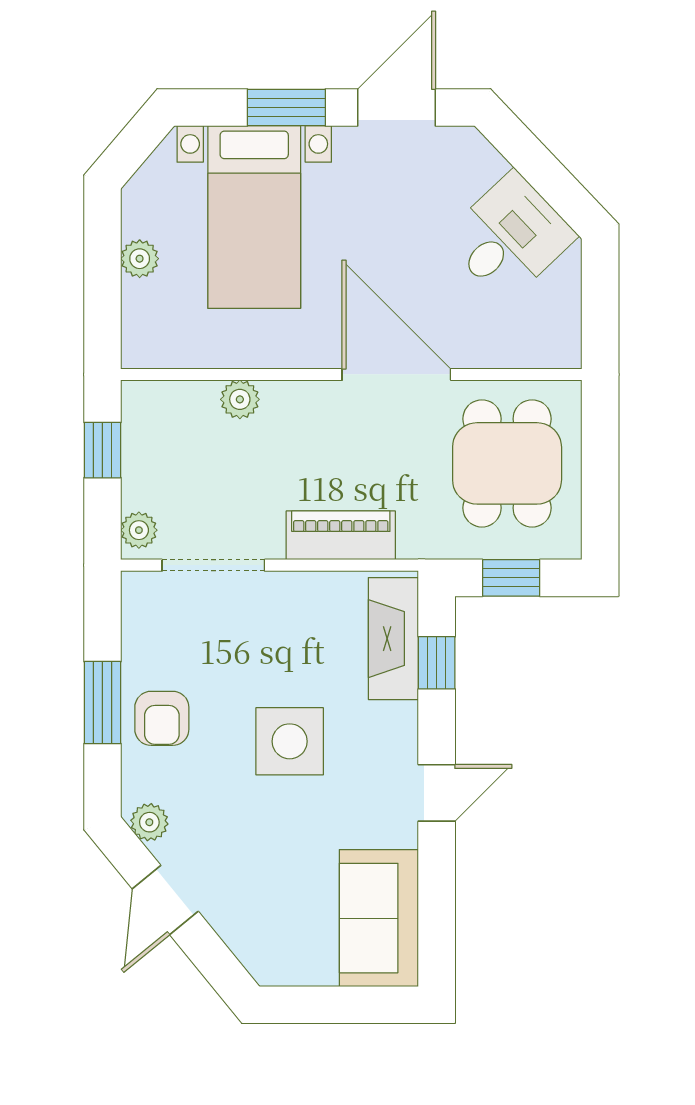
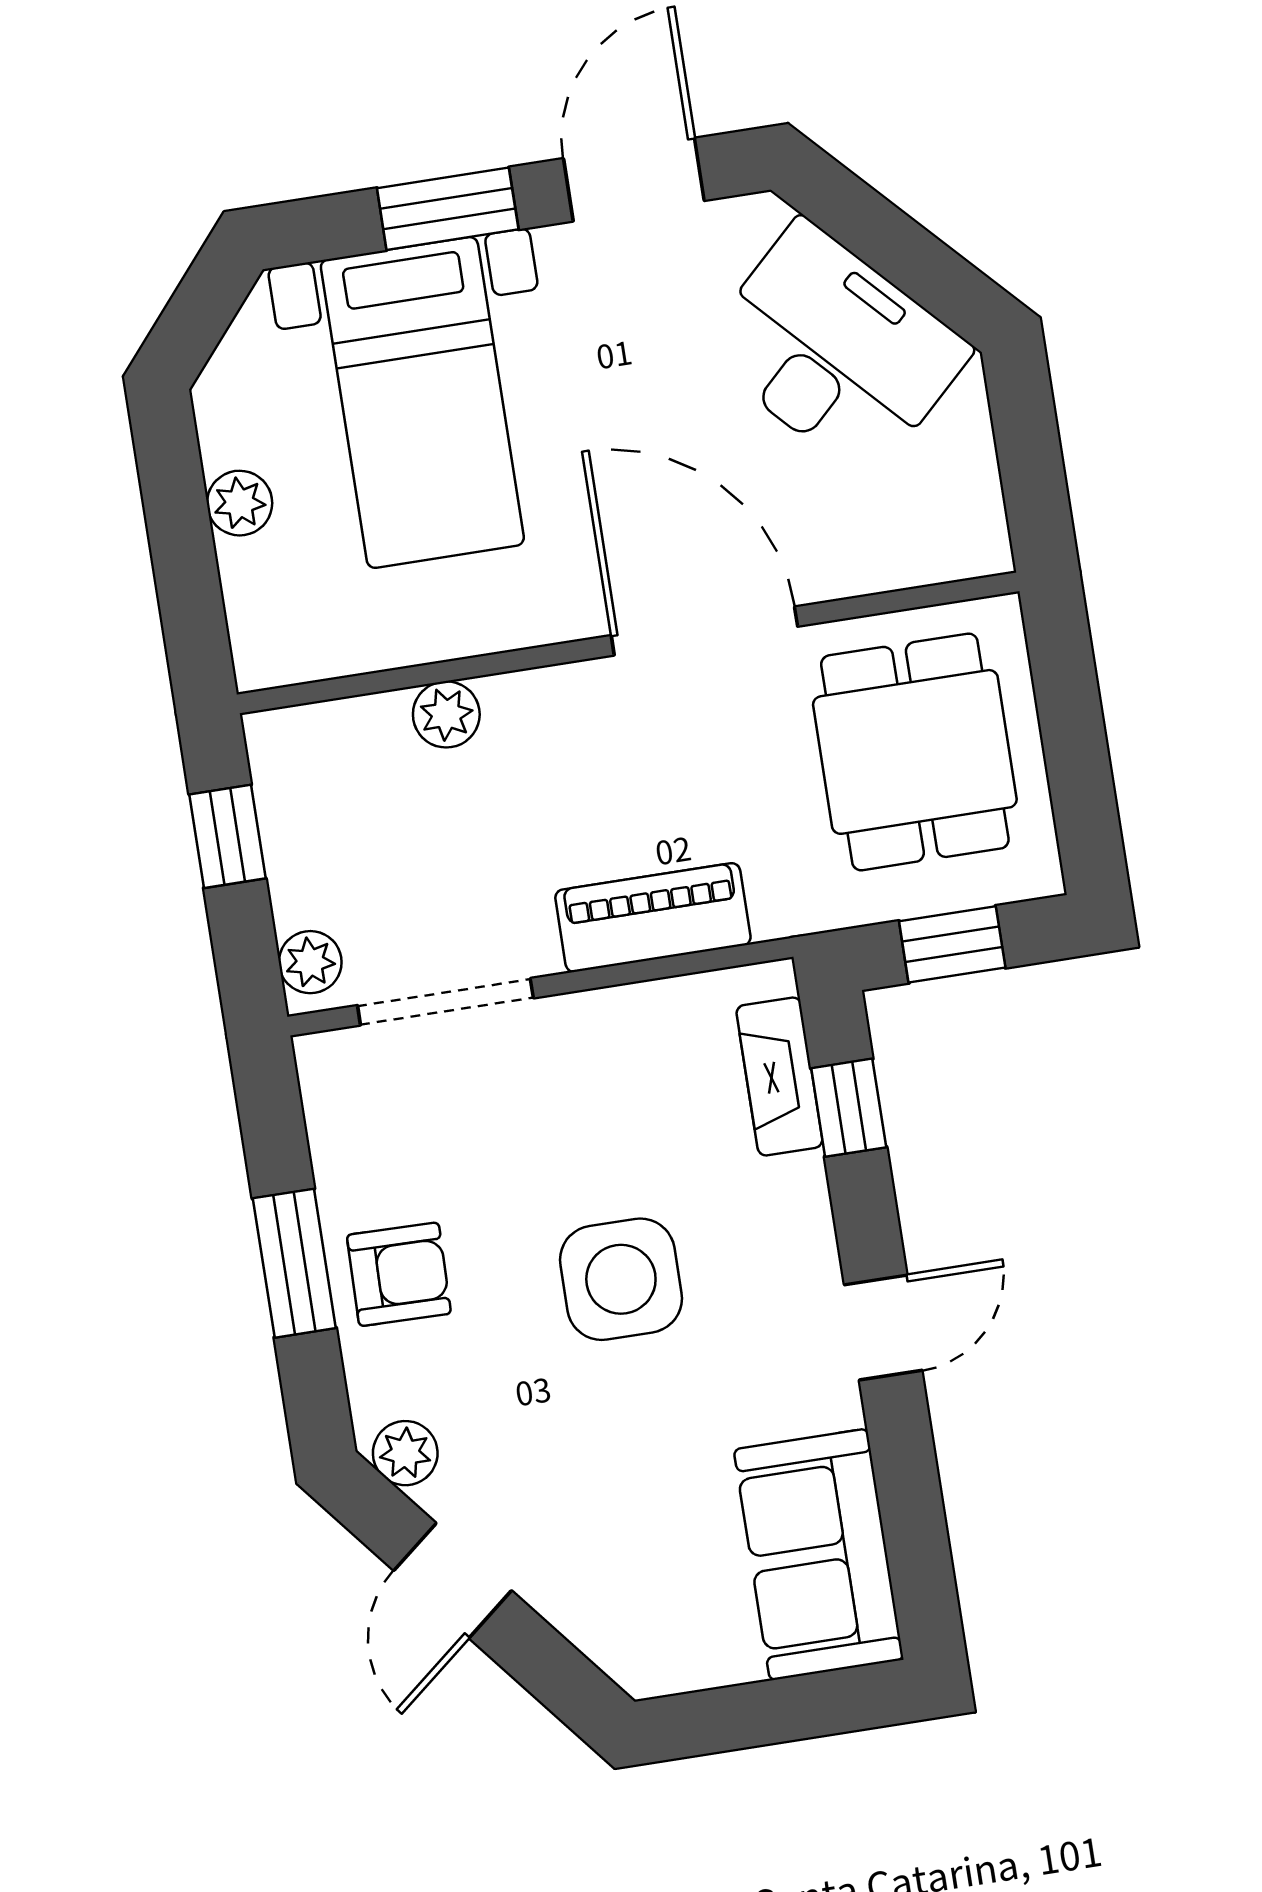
desk: (509, 237) -> (835, 350), width x1.37
fireplace: (393, 639) -> (779, 1076), width x0.73, depth x0.76
armchair: (162, 718) -> (399, 1274), turned -89

